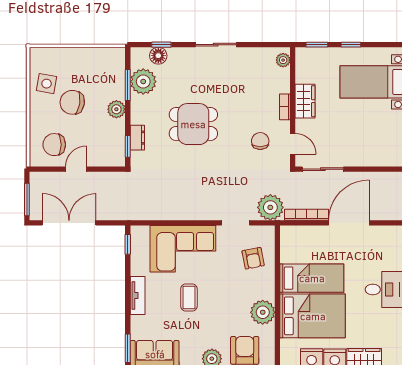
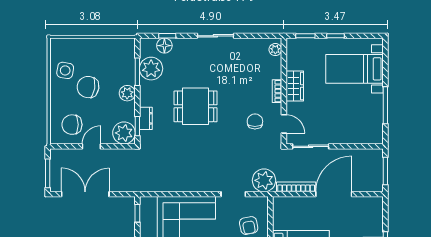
plant: (113, 154) -> (124, 133), added

